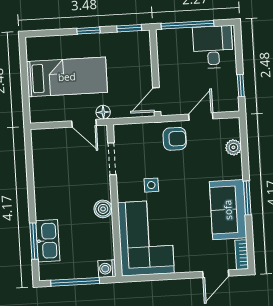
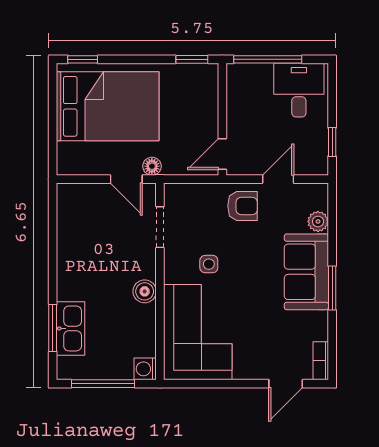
window: (88, 31) -> (83, 59), moved
bed: (67, 77) -> (108, 106), width x1.50
sofa: (228, 210) -> (306, 272), moved

